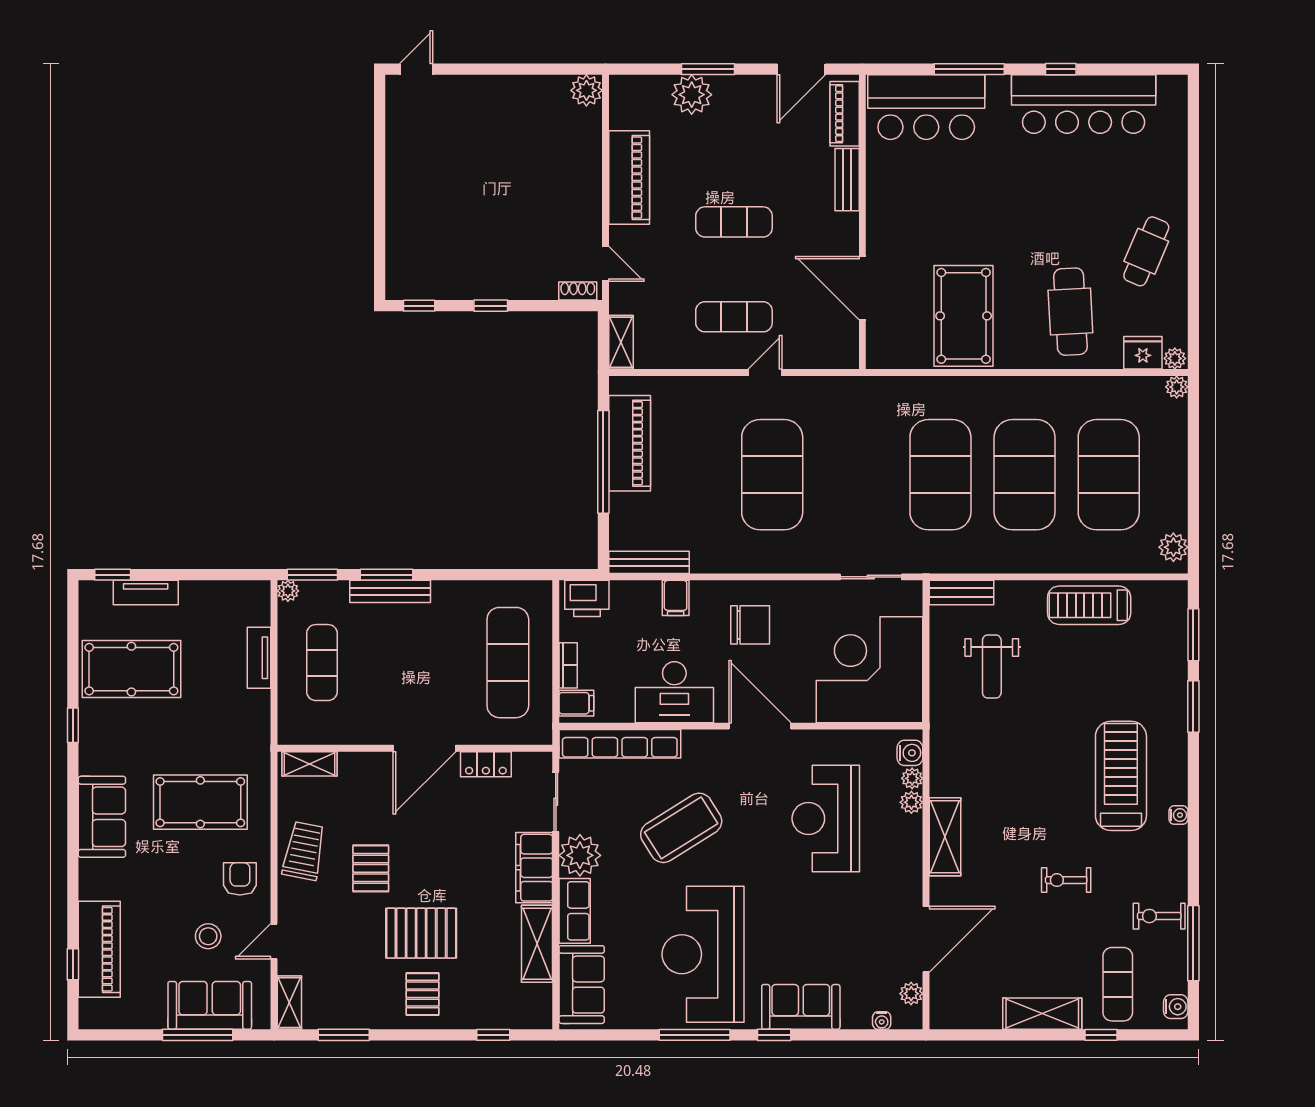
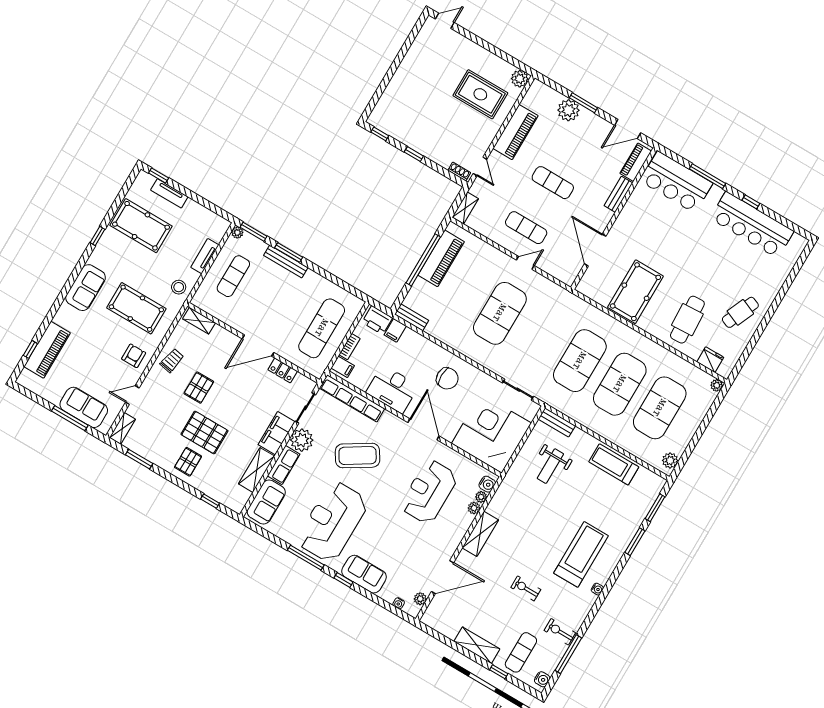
rug: (539, 151) -> (480, 94), added
plant: (1175, 358) -> (724, 371), removed
bench: (649, 562) -> (412, 317), width x0.73
filing cabinet: (676, 598) -> (395, 330), moved
trolley: (304, 851) -> (172, 361), width x0.73, depth x0.72
stool: (208, 936) -> (179, 287), moved

